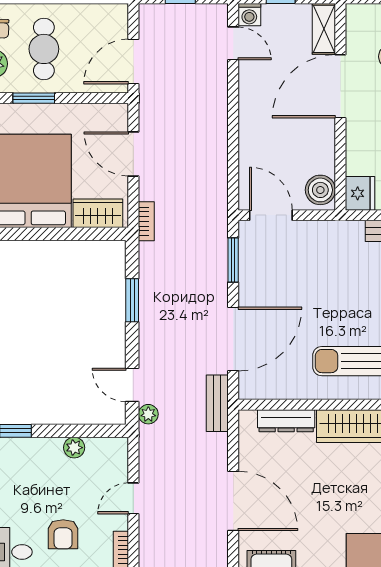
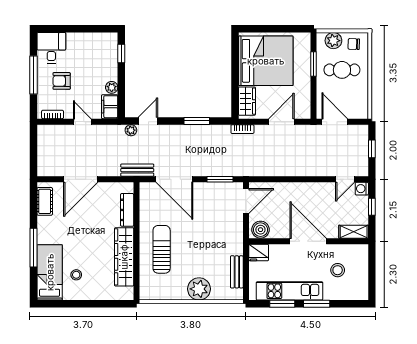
door: (340, 86) -> (308, 241), moved
filing cabinet: (108, 451) -> (110, 107), added

